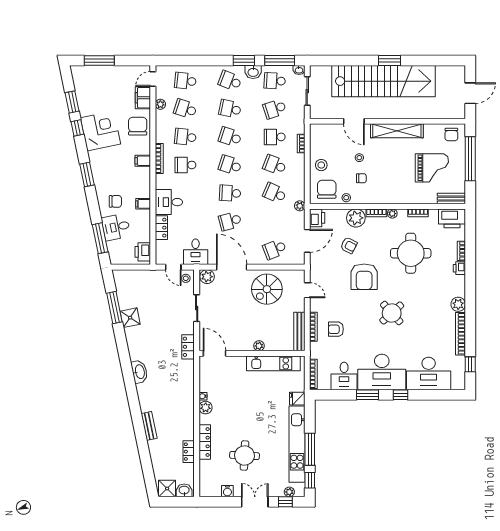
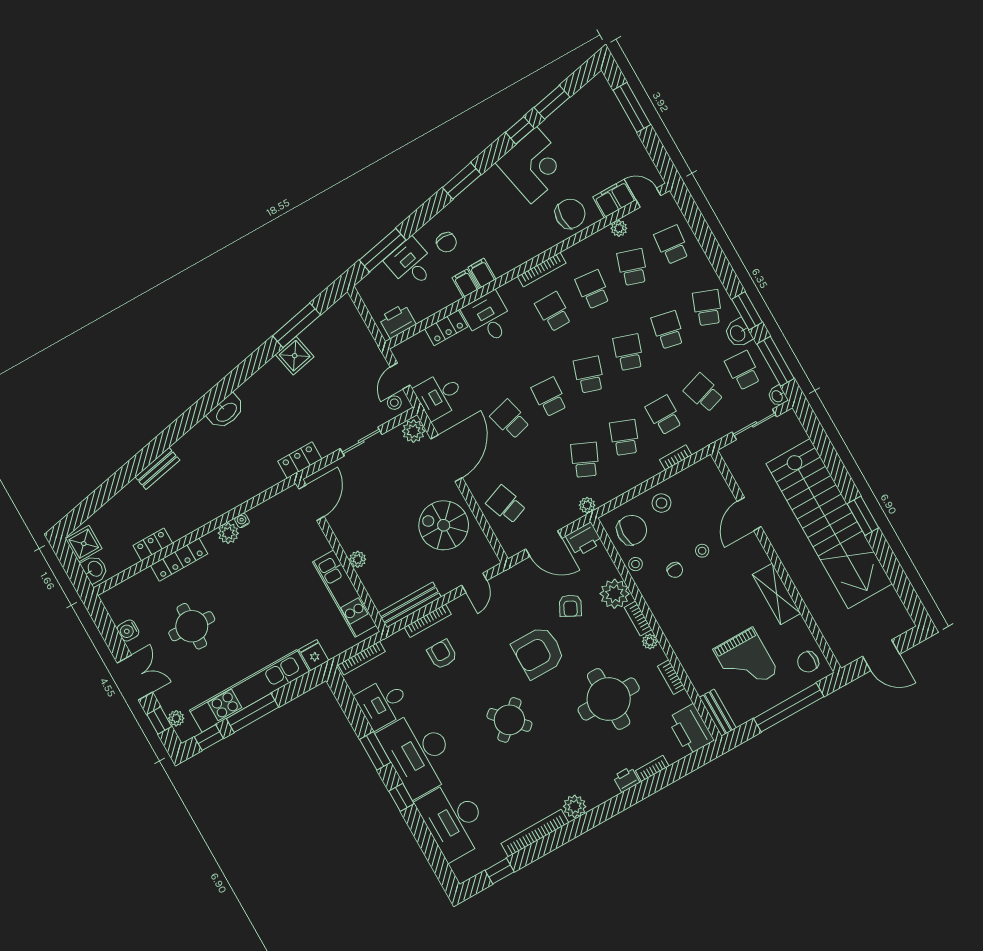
shelving: (397, 131) -> (776, 594), width x0.68
filing cabinet: (143, 161) -> (482, 273), moved

